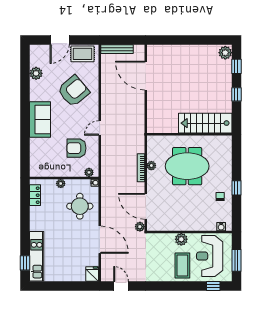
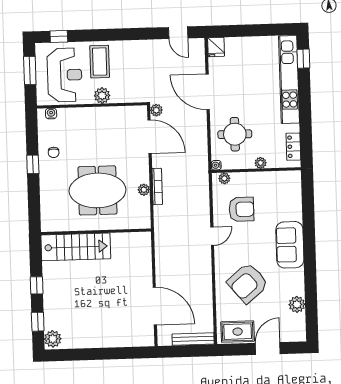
kitchen unit: (37, 256) -> (289, 79), width x1.36

